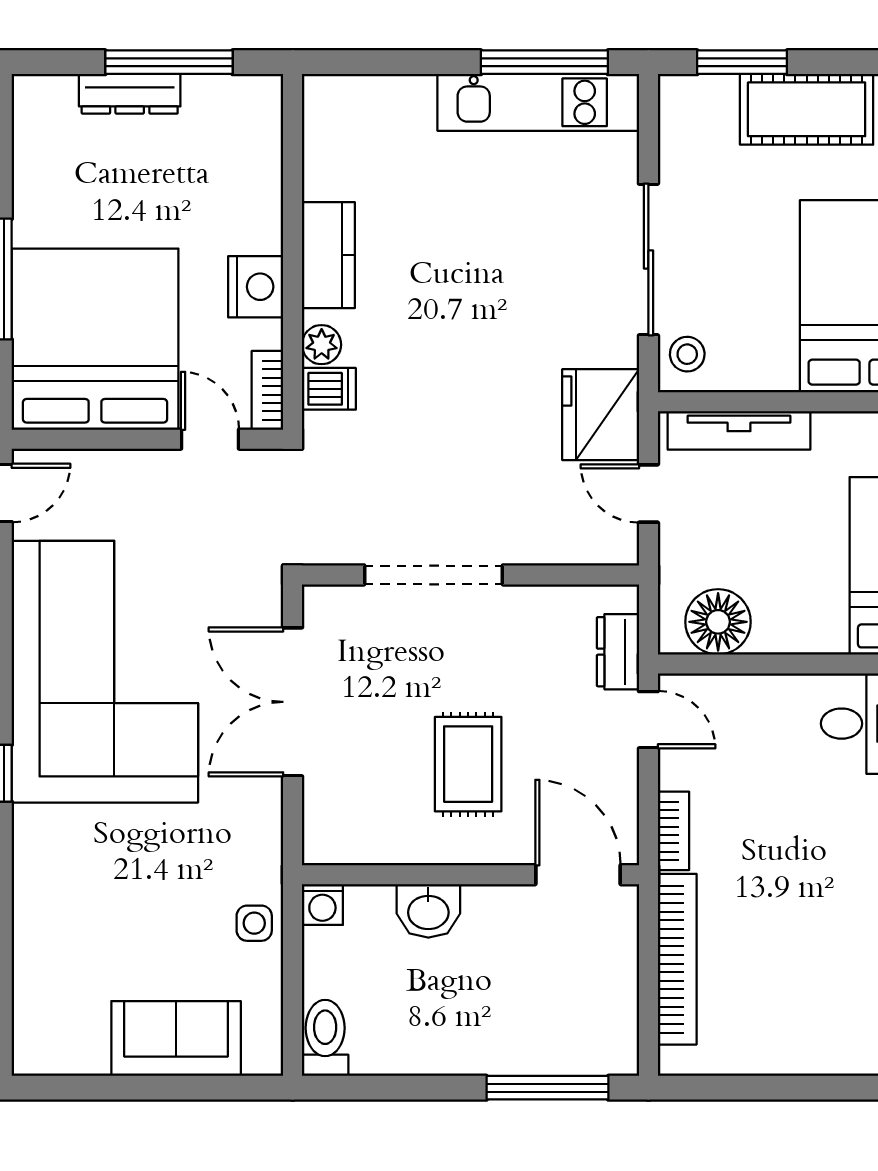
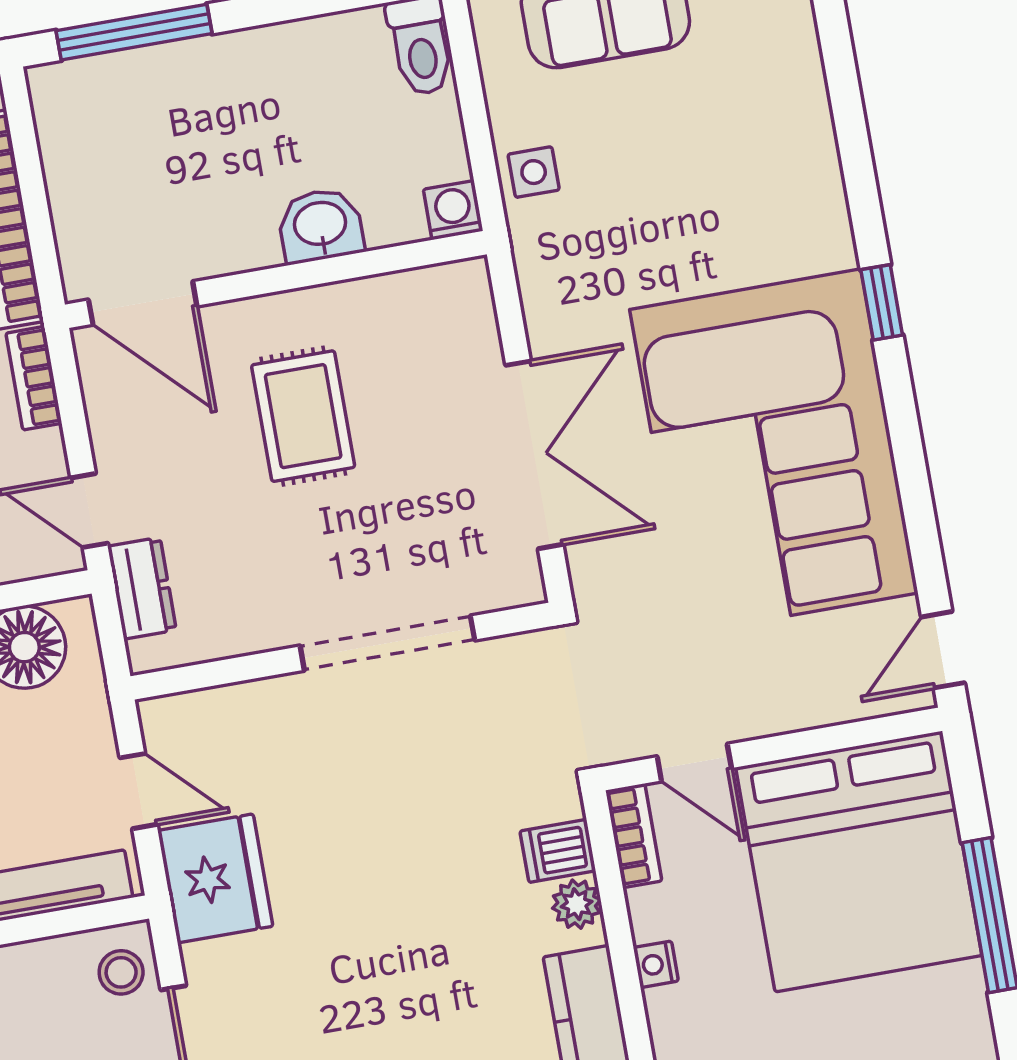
nightstand: (256, 287) -> (656, 964), width x0.53, depth x0.56

